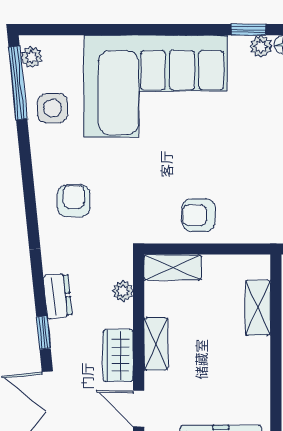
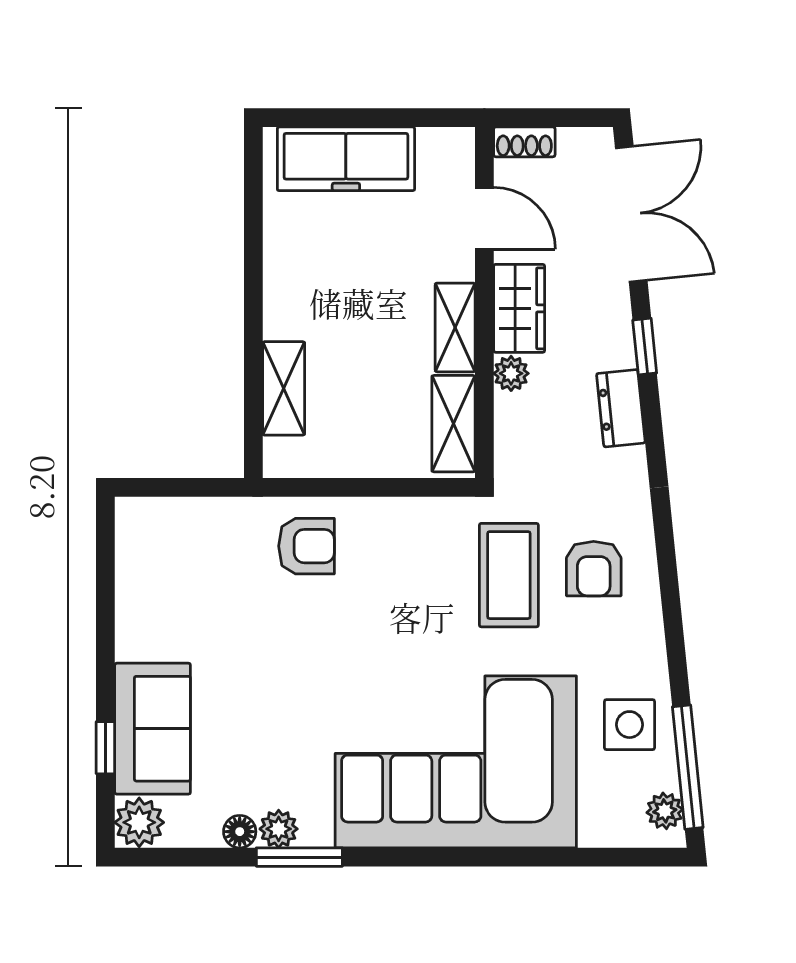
window: (248, 30) -> (299, 857), width x1.50
coffee table: (124, 197) -> (509, 575), added
armchair: (199, 215) -> (306, 546), moved
shelving: (173, 267) -> (453, 424), moved, turned 90
plant: (123, 291) -> (511, 373), moved

